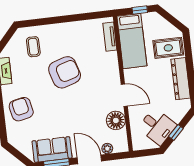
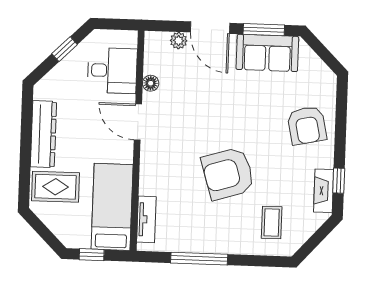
window: (74, 18) -> (199, 259), added
floor lamp: (116, 120) -> (151, 83), width x0.53, depth x0.53
desk: (157, 127) -> (112, 71), moved, turned 135

